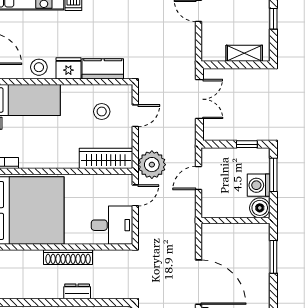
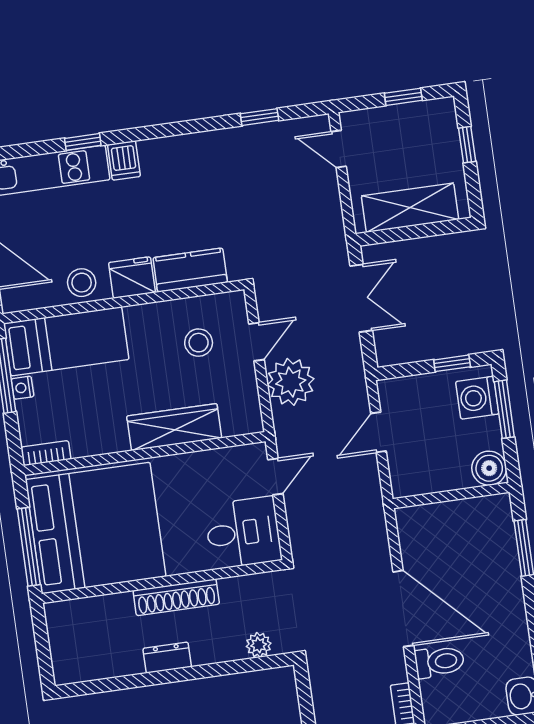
shelving: (244, 53) -> (410, 208), width x1.50, depth x1.33
wardrobe: (106, 158) -> (174, 427), moved
plant: (152, 165) -> (291, 382), moved
washing machine: (259, 185) -> (477, 398), moved
dresser: (77, 291) -> (167, 658), moved
plant: (112, 291) -> (259, 645), added

